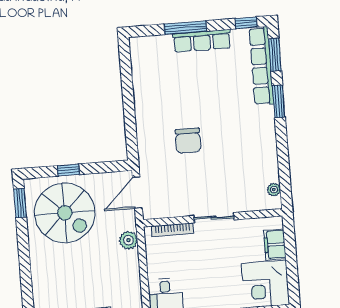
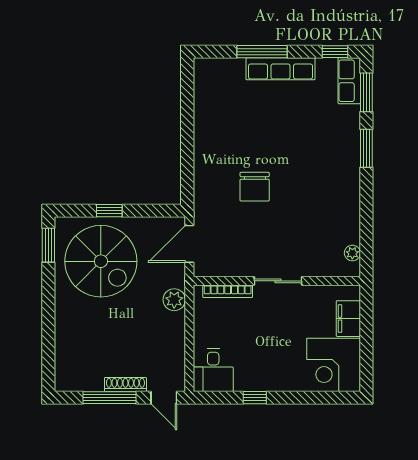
row of seats: (261, 66) -> (349, 81), width x0.50

